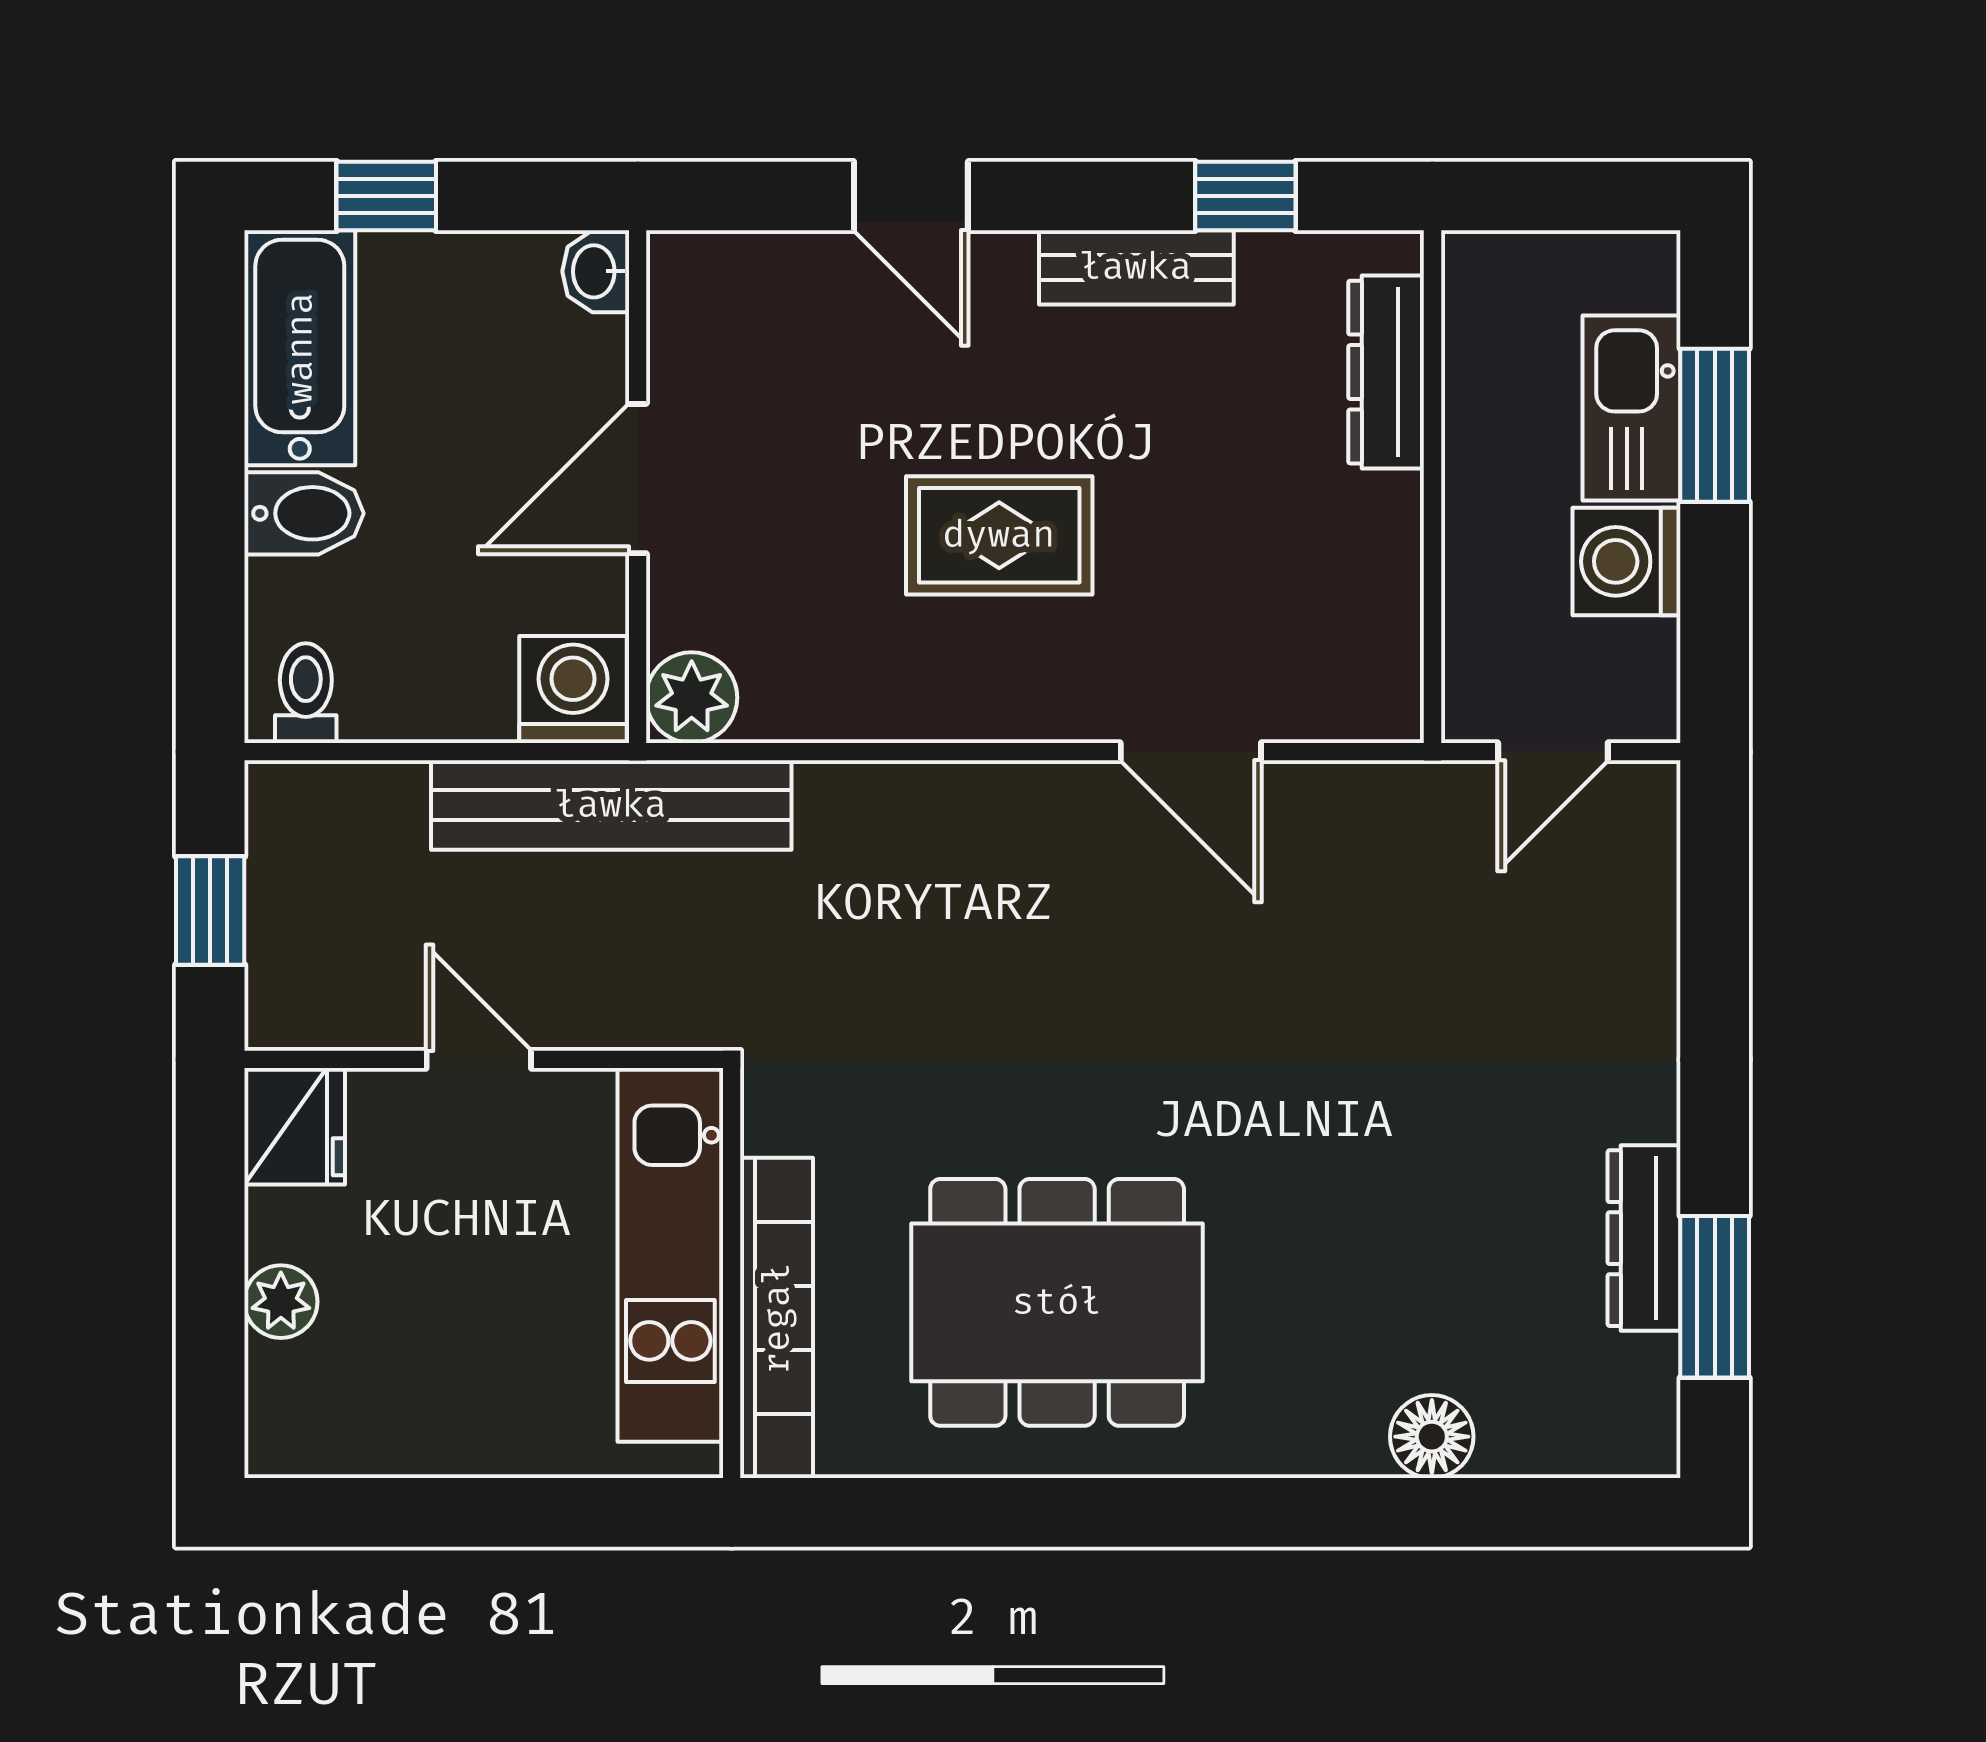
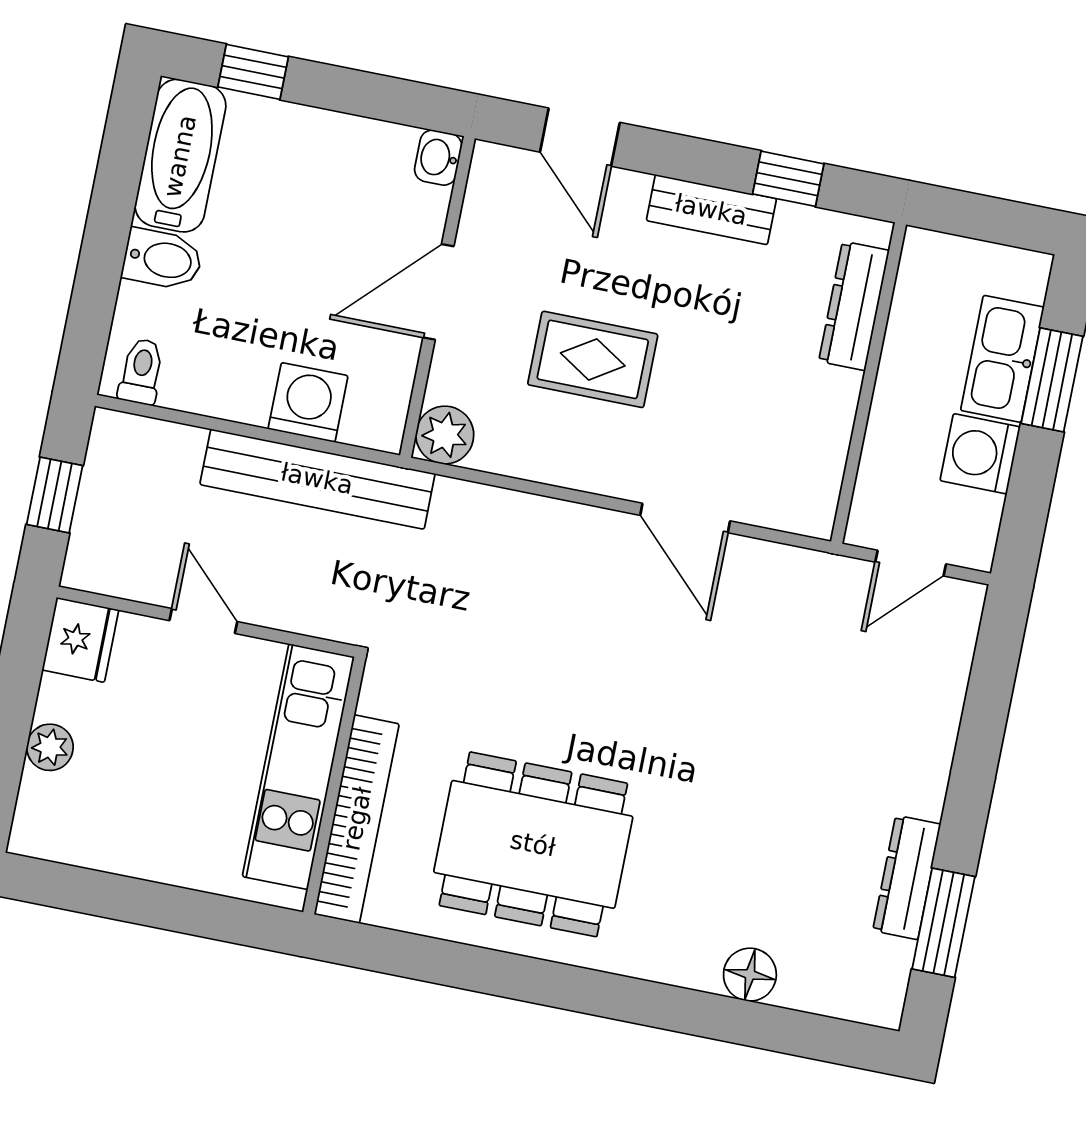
washbasin: (596, 271) -> (438, 158), moved
door: (638, 479) -> (438, 292), moved
wall: (638, 487) -> (437, 297), moved
plant: (692, 698) -> (445, 435), moved

